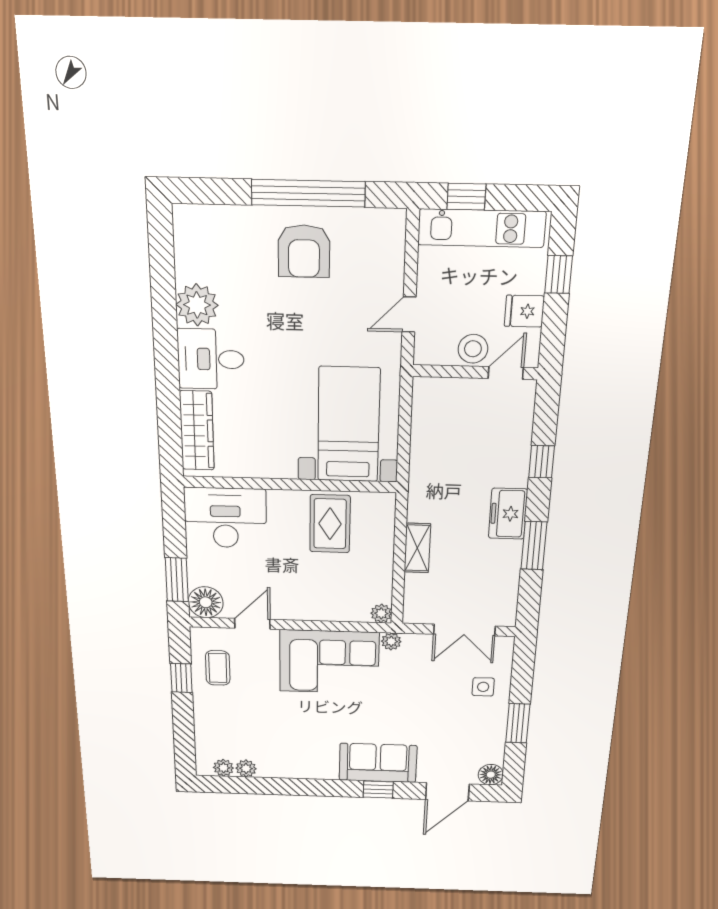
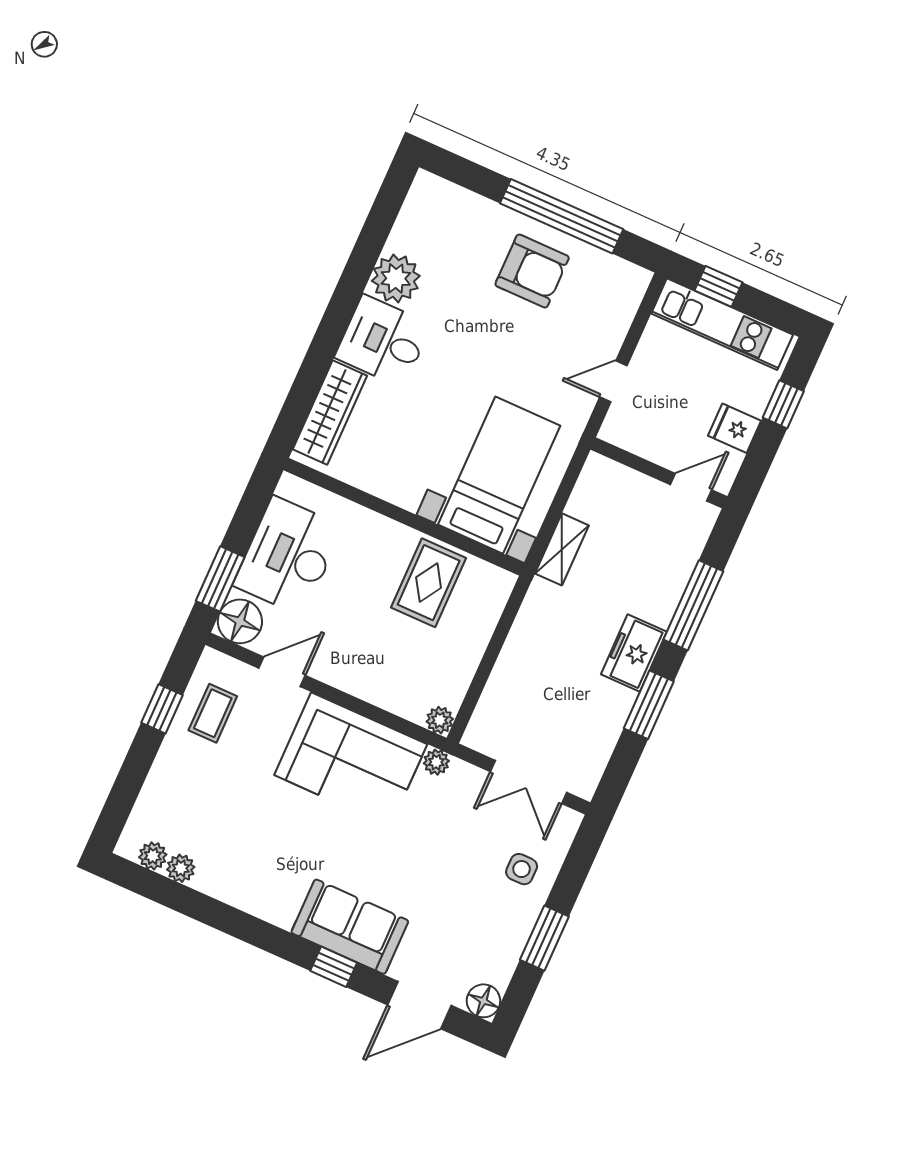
armchair: (304, 251) -> (532, 271), turned -90
stool: (473, 349) -> (666, 446), removed
window: (542, 462) -> (693, 605), width x2.17
desk: (225, 518) -> (288, 556), moved, turned -90
shelving: (417, 548) -> (562, 549), moved

